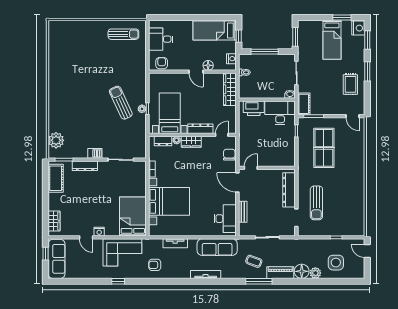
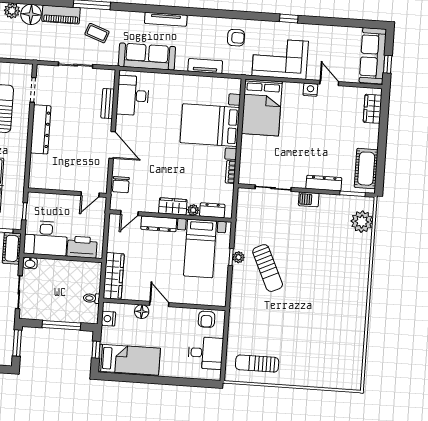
door: (251, 168) -> (90, 194), moved
wall: (267, 168) -> (67, 193), moved

